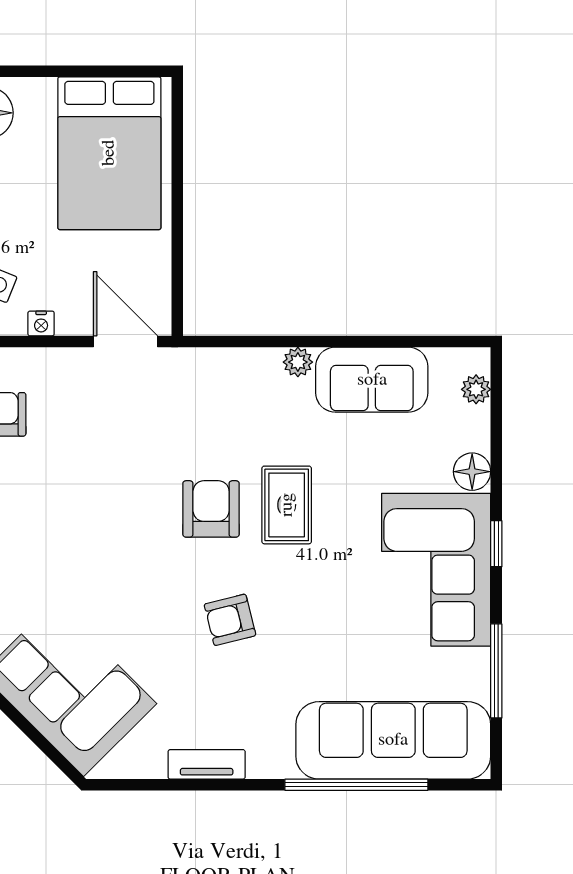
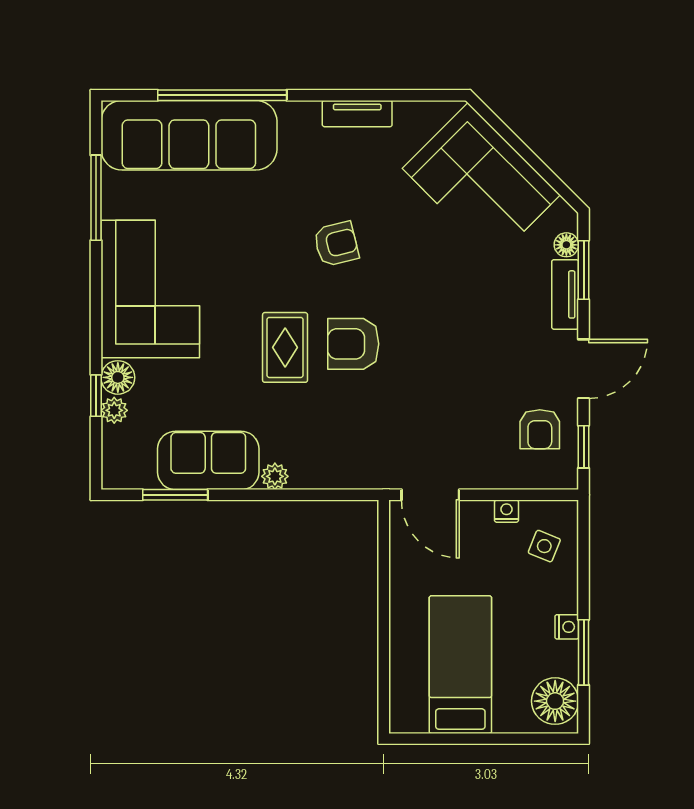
bed: (109, 153) -> (460, 665), width x0.67
window: (409, 342) -> (175, 495), added
plant: (476, 389) -> (114, 410), moved
armchair: (211, 509) -> (353, 344), turned 90
window: (496, 544) -> (96, 396), moved

